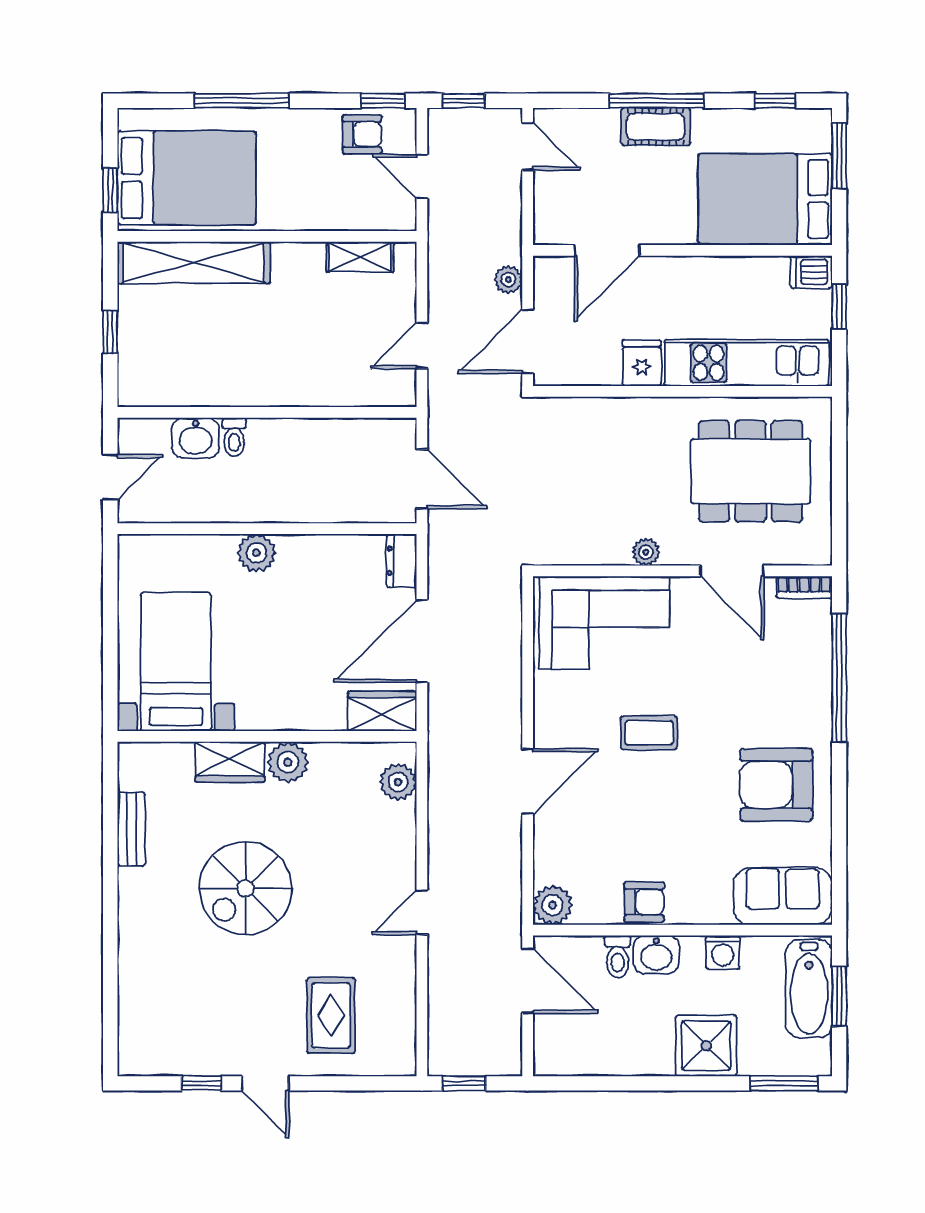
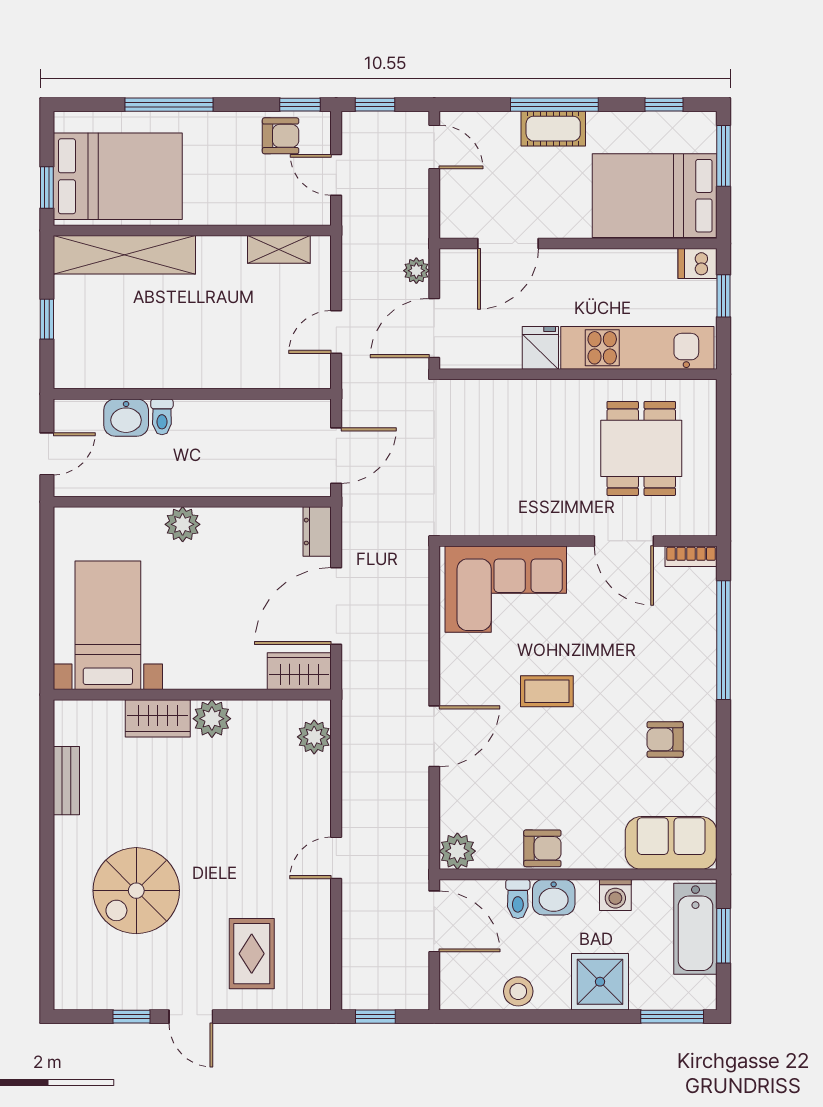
dining table: (751, 471) -> (641, 448), width x0.73
door: (422, 479) -> (336, 456), hinge flipped
plant: (646, 552) -> (544, 523), removed
armchair: (776, 785) -> (665, 739), width x0.53, depth x0.53
spiral stairs: (246, 888) -> (136, 891), moved
stool: (618, 1056) -> (518, 991), added

